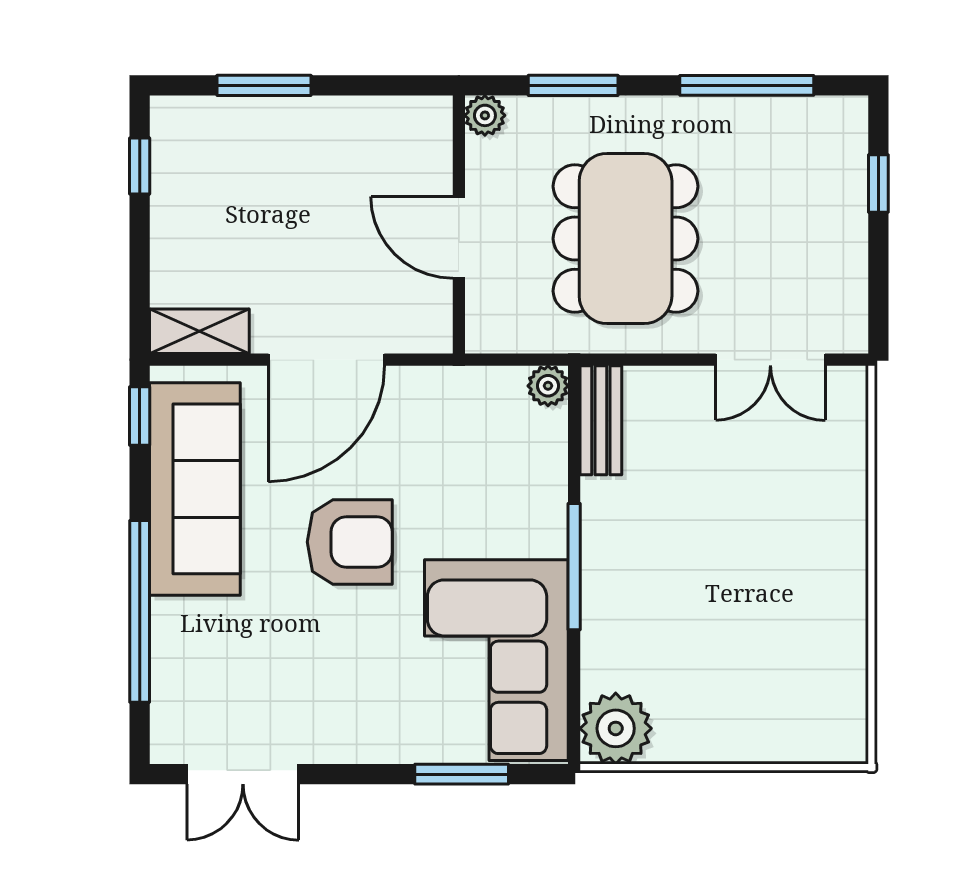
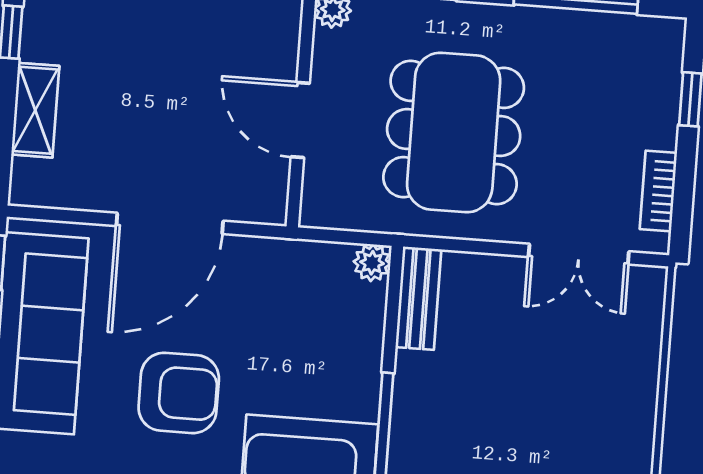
bookcase: (851, 285) -> (658, 191), added
shelving: (199, 331) -> (35, 110), moved, turned 90

